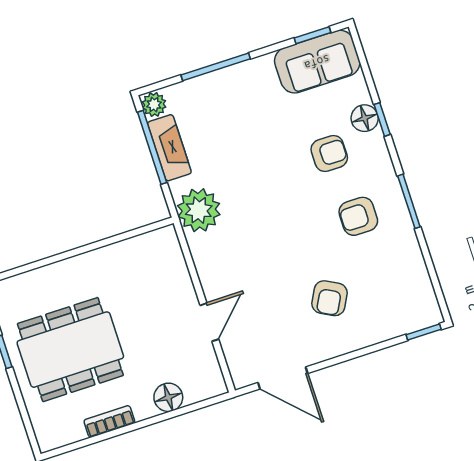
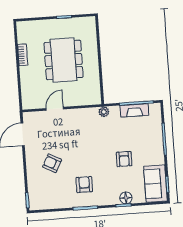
plant: (154, 104) -> (155, 108), removed
armchair: (329, 154) -> (124, 159), moved
plant: (199, 210) -> (104, 112), width x0.53, depth x0.53
door: (209, 322) -> (55, 109), swing flipped
dining table: (70, 350) -> (64, 60), moved
floor lamp: (168, 397) -> (27, 83), removed

